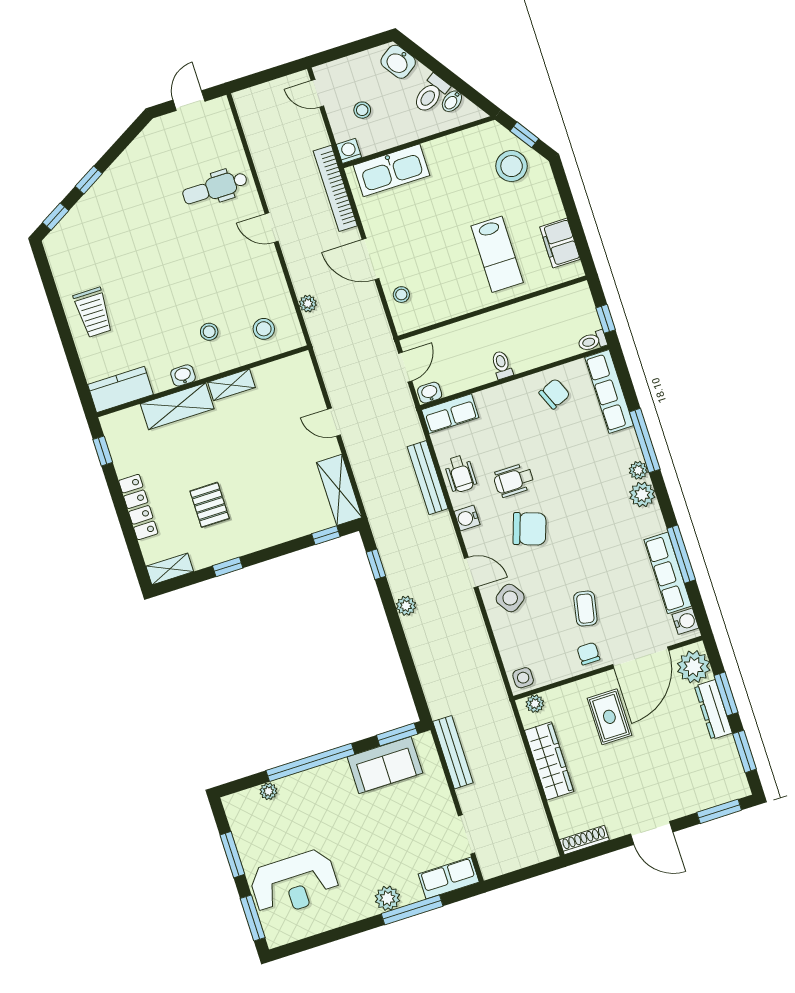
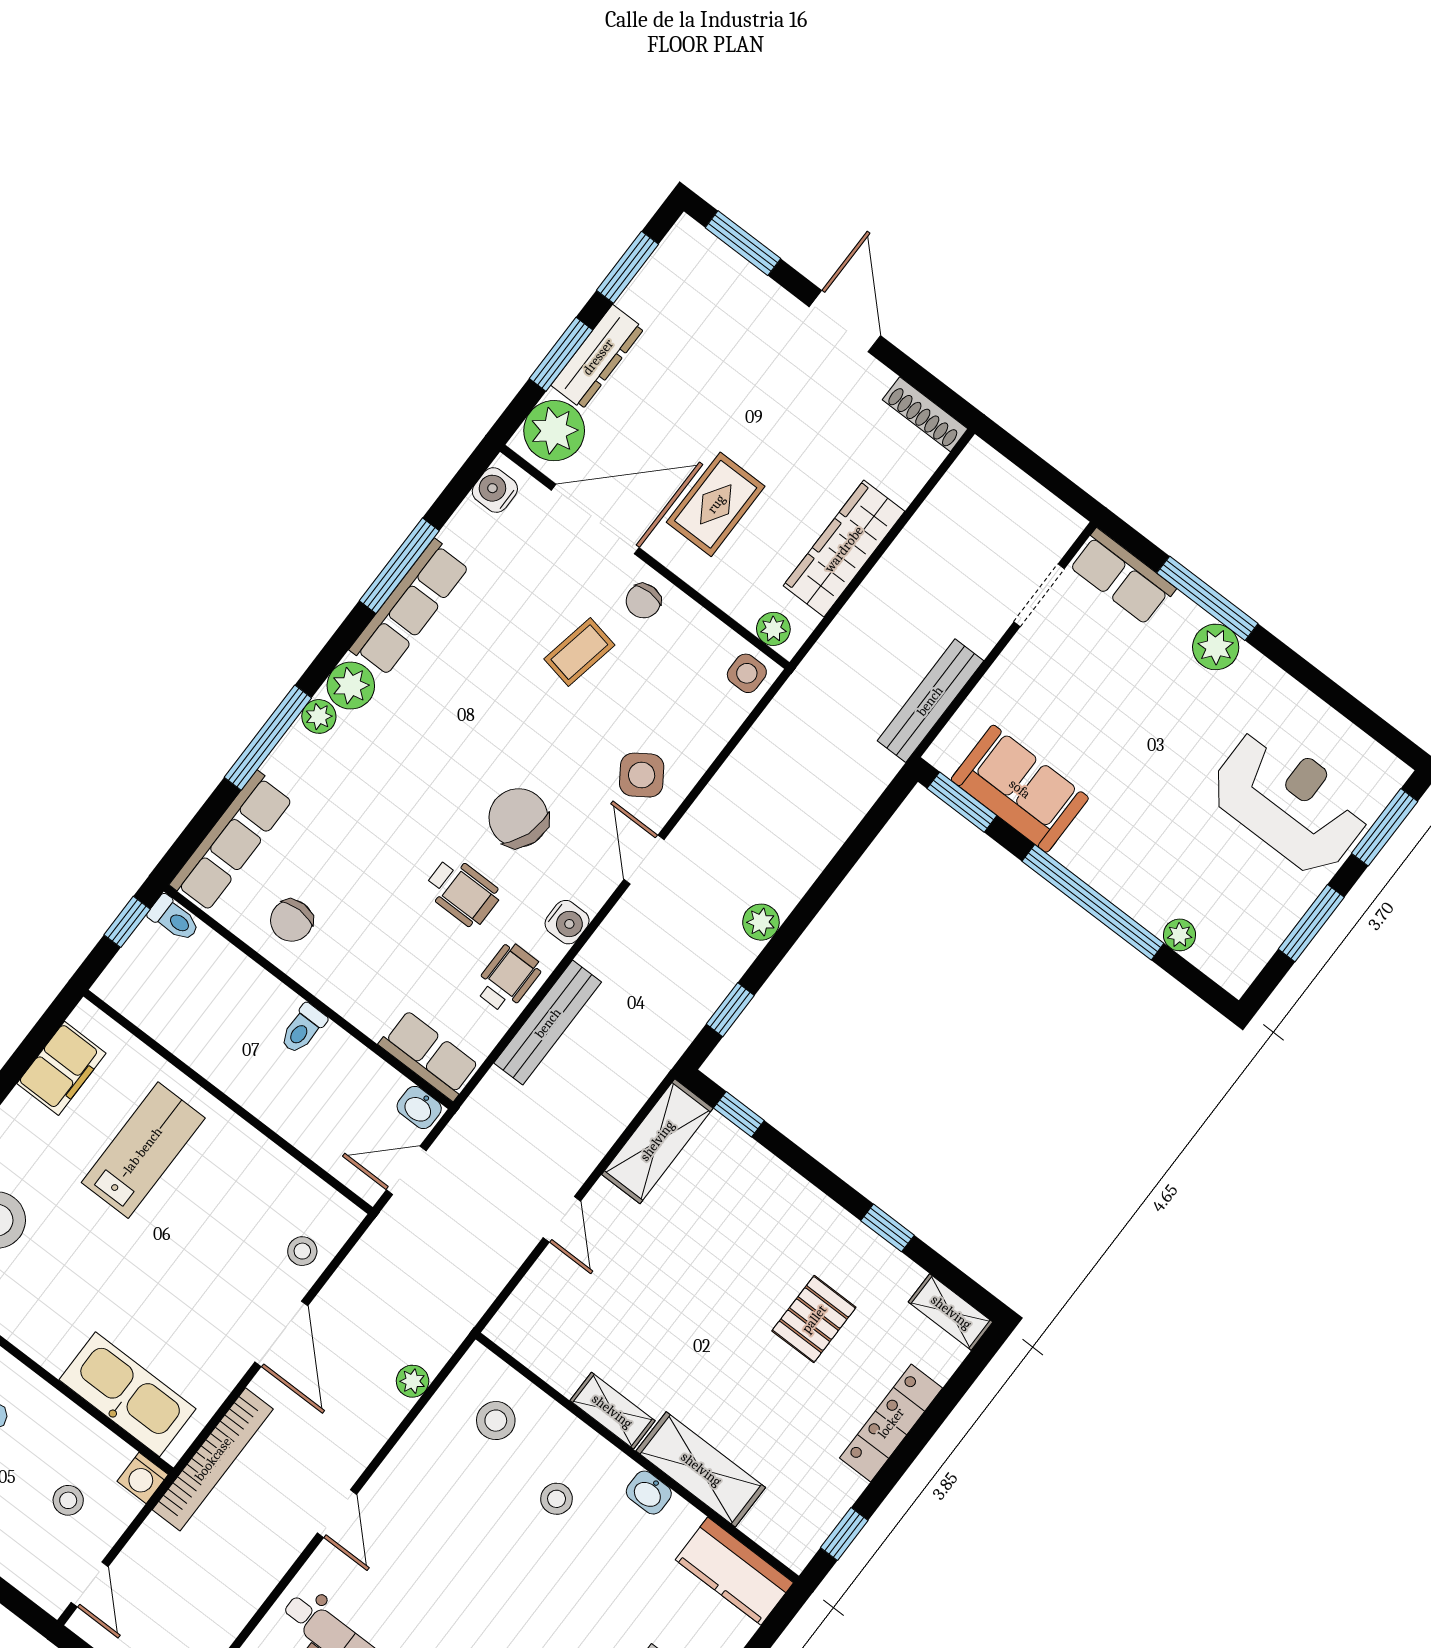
chair: (554, 394) -> (292, 921), turned -67
row of seats: (668, 573) -> (410, 608), moved

